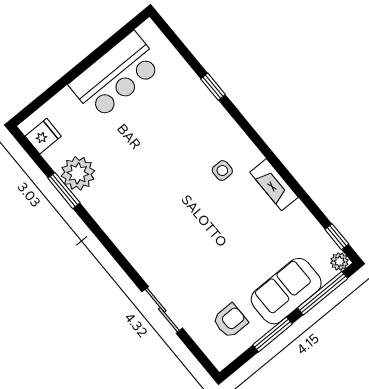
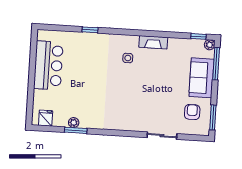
plant: (78, 173) -> (74, 123), width x0.53, depth x0.53
window: (272, 334) -> (213, 117), moved

